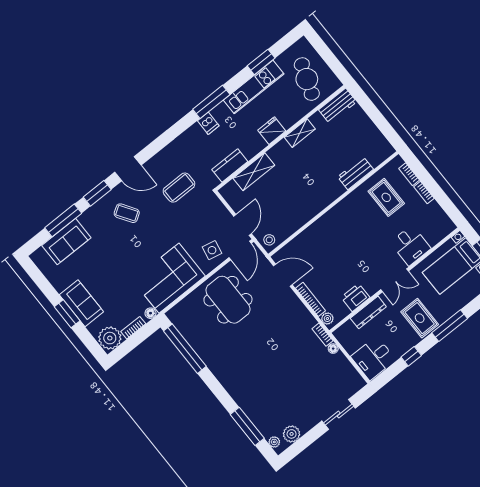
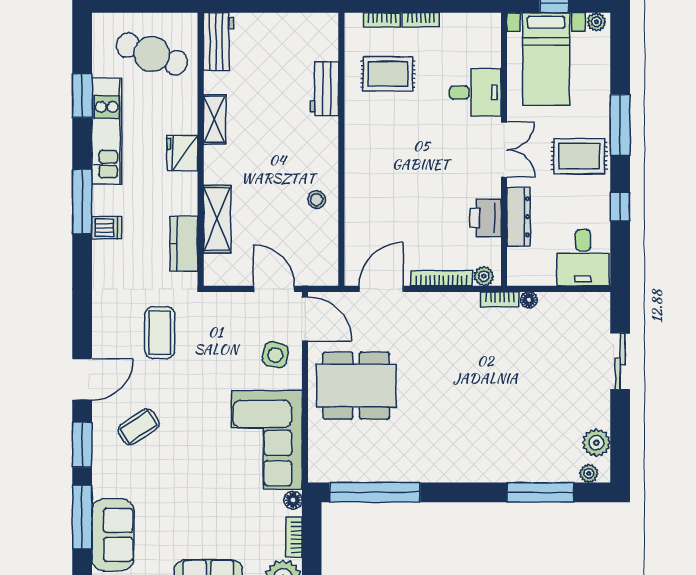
stool: (269, 240) -> (317, 200), moved

